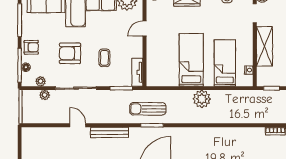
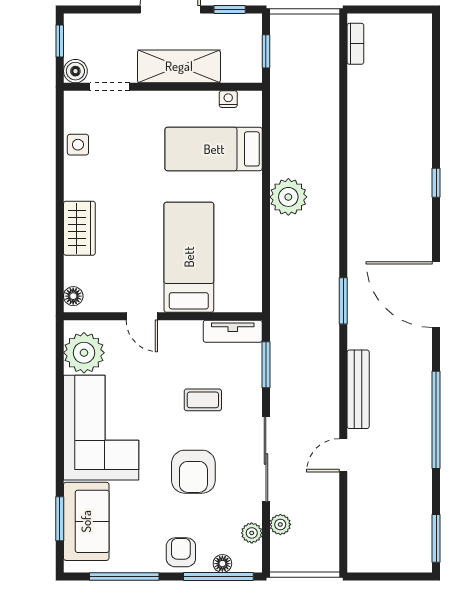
bed: (191, 60) -> (189, 257), moved, turned 90
sun lounger: (148, 109) -> (309, 310), removed

